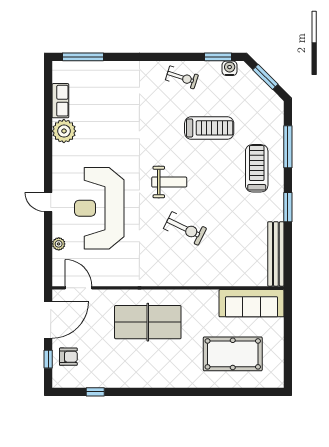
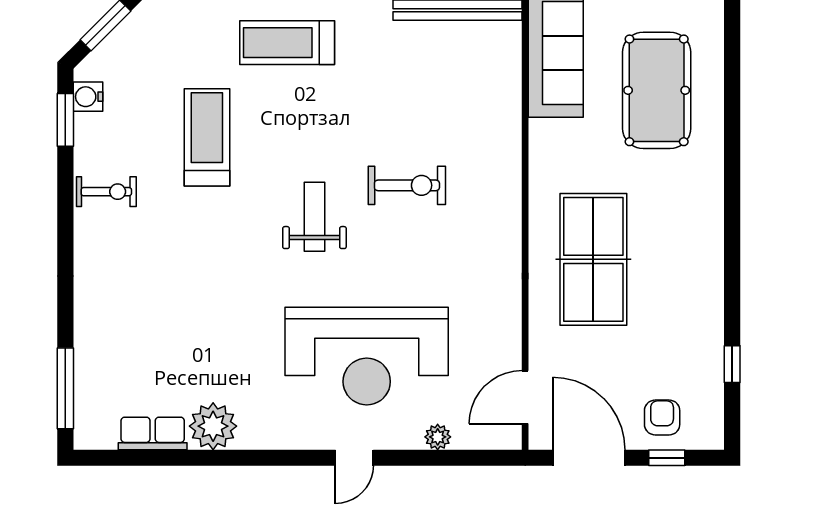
exercise bike: (182, 77) -> (106, 192), turned 72
exercise bike: (185, 228) -> (407, 185), turned 64

